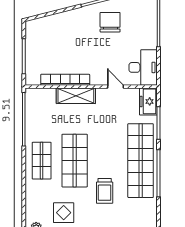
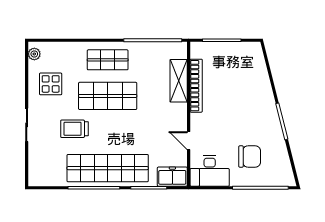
chair: (110, 22) -> (250, 156), moved
door: (115, 87) -> (189, 141), swing flipped
shelving: (76, 96) -> (179, 81), moved

